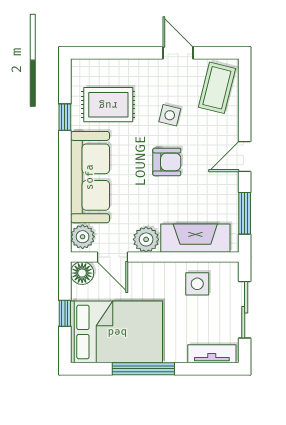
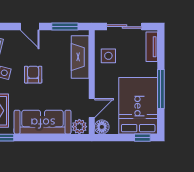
plant: (146, 239) -> (81, 87), removed
window: (65, 313) -> (142, 138), moved

